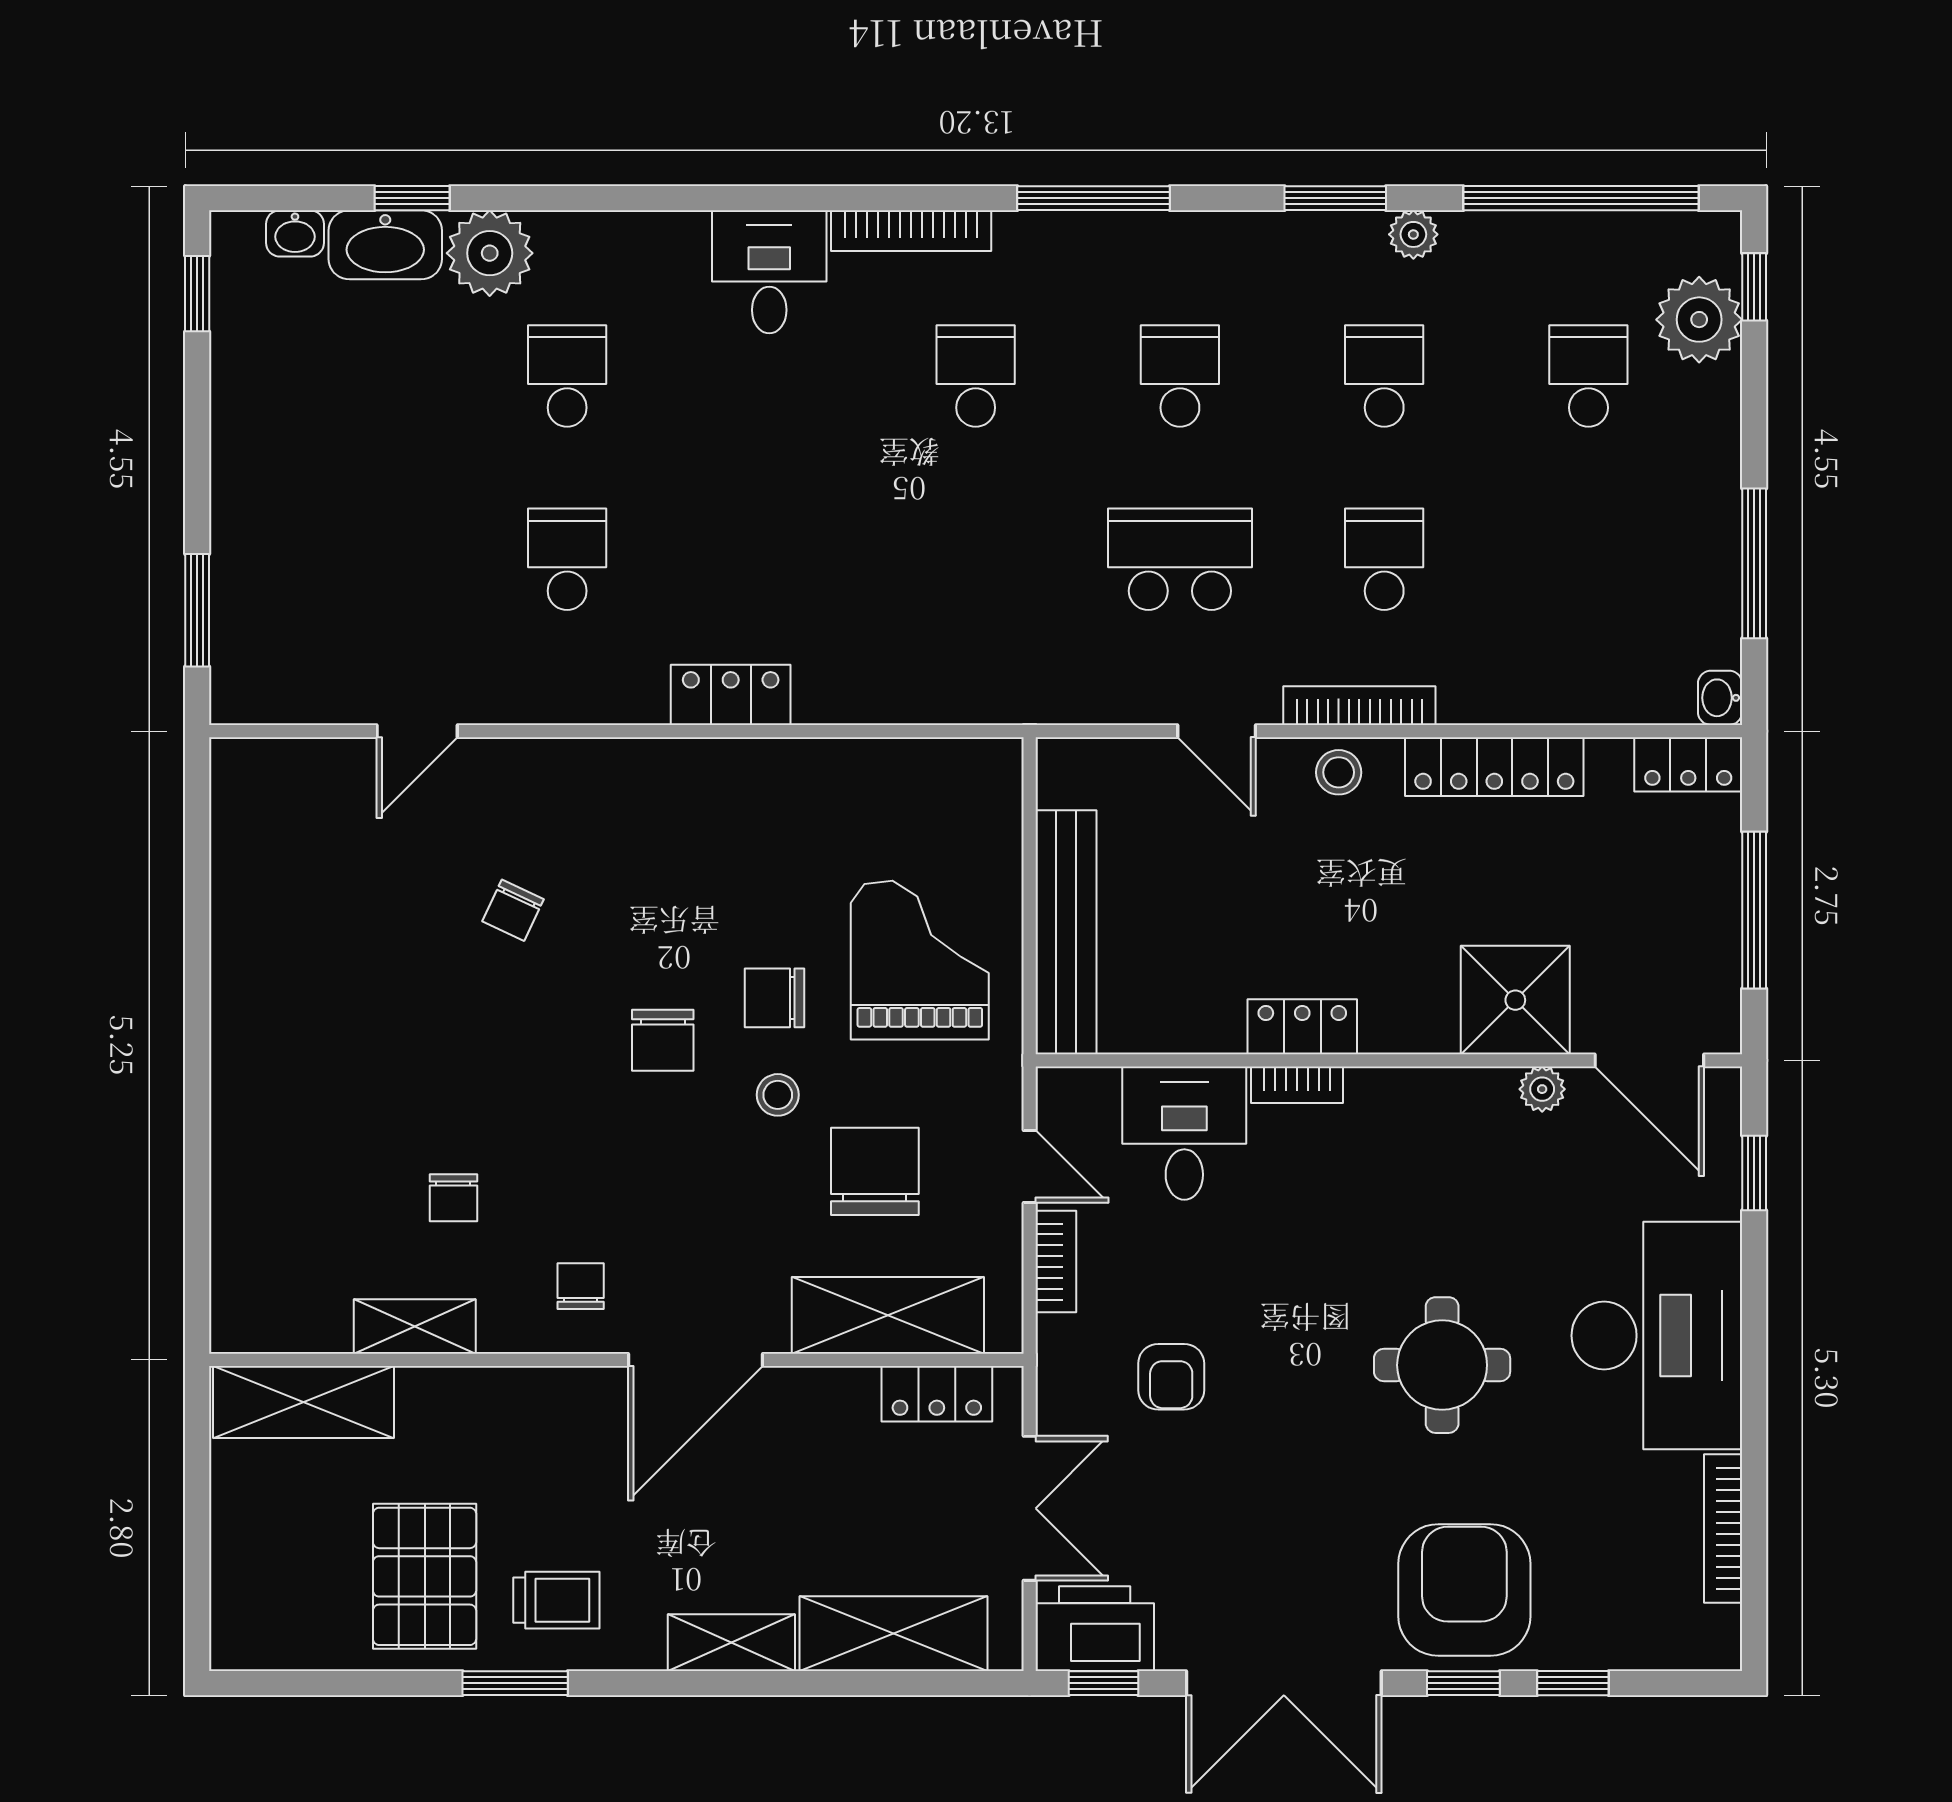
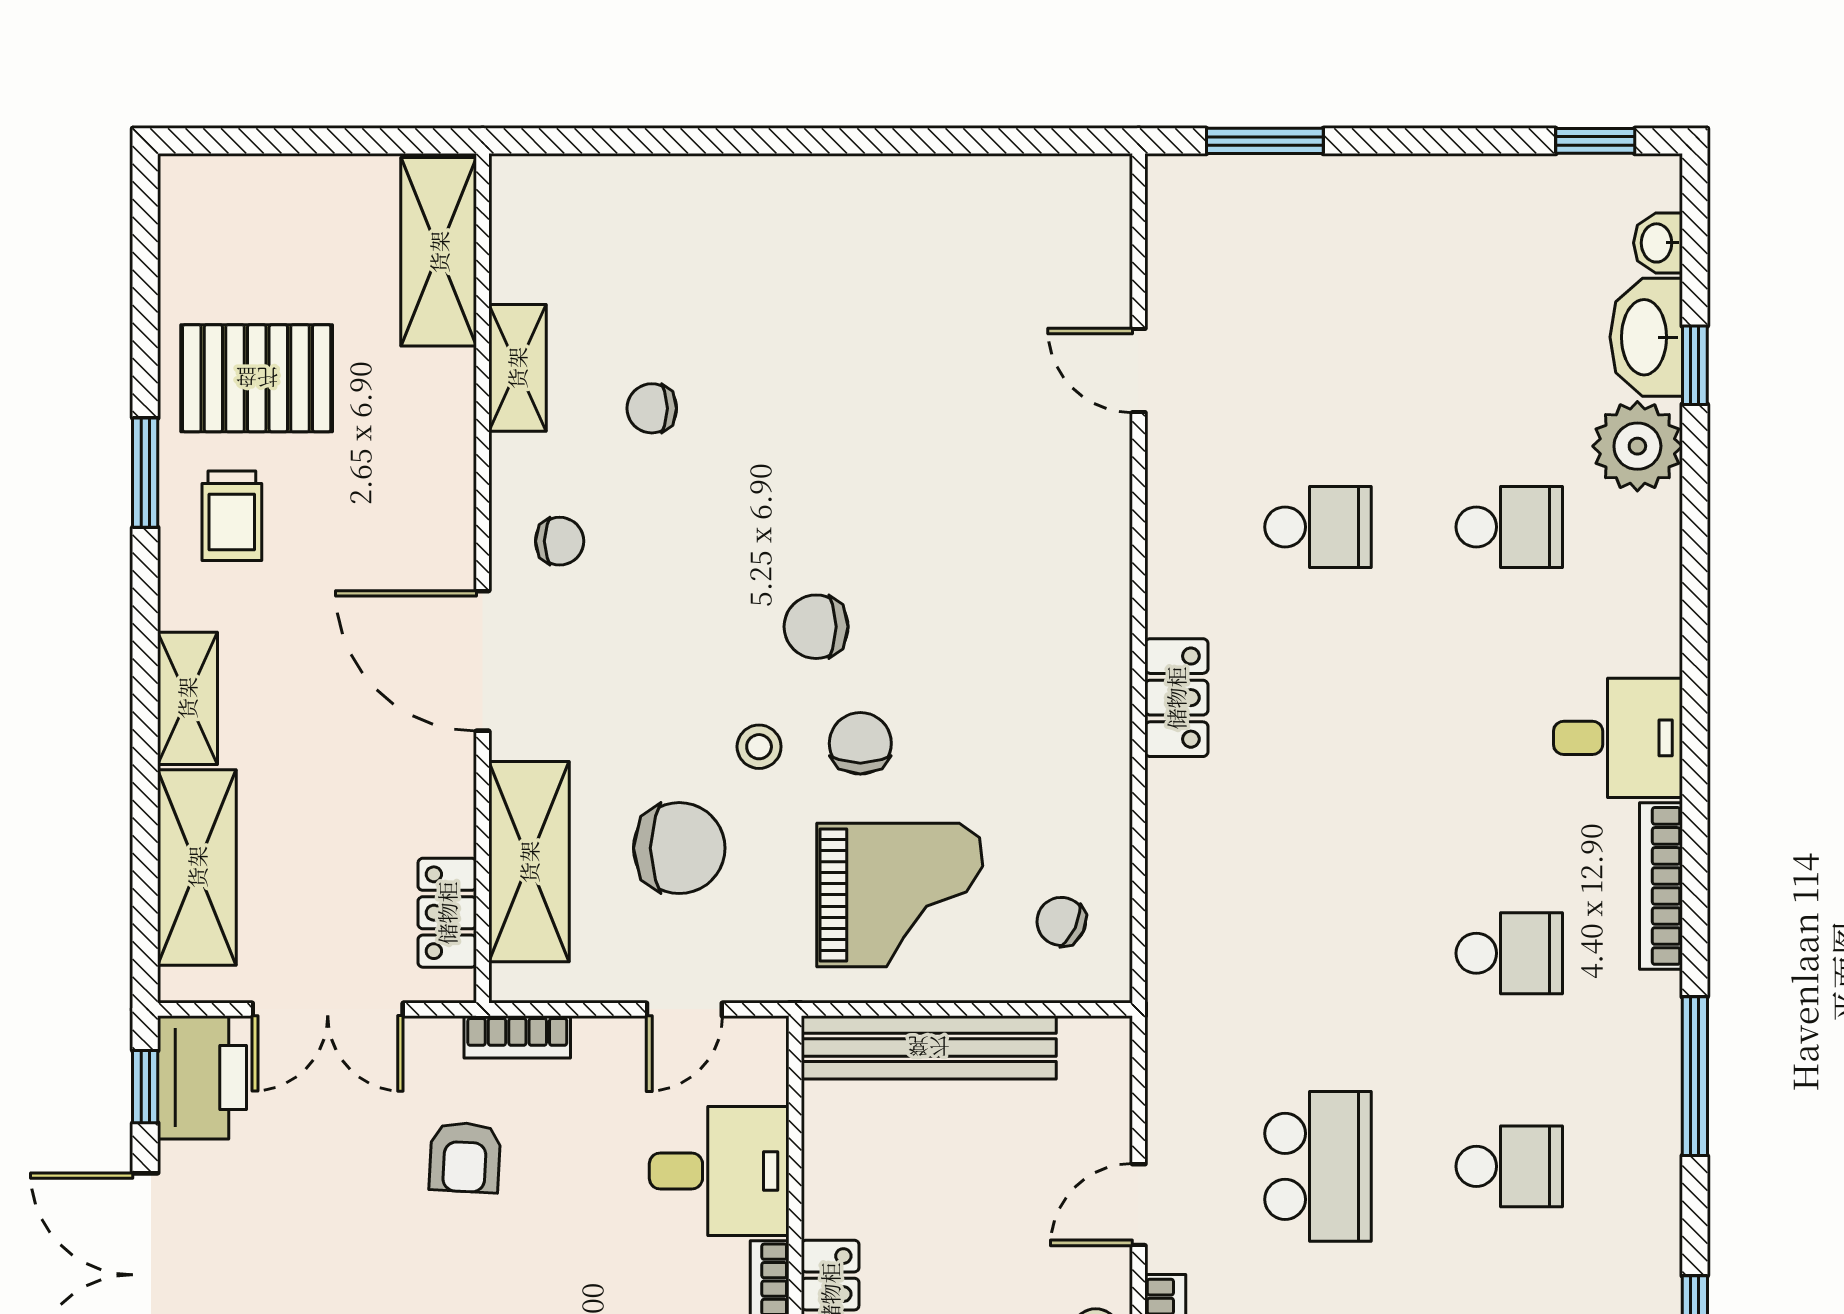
chair: (513, 910) -> (1061, 921), moved
bookcase: (1056, 1262) -> (517, 1037), moved
armchair: (1171, 1377) -> (465, 1157), turned -87

